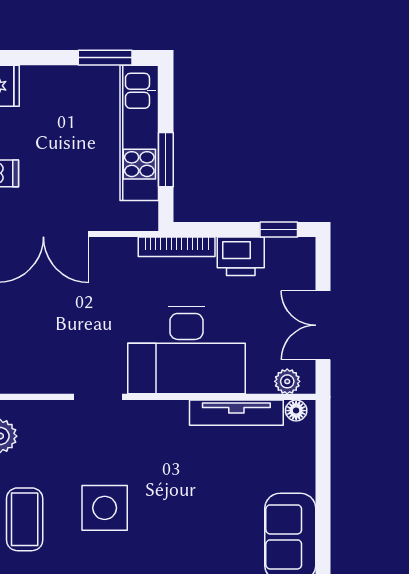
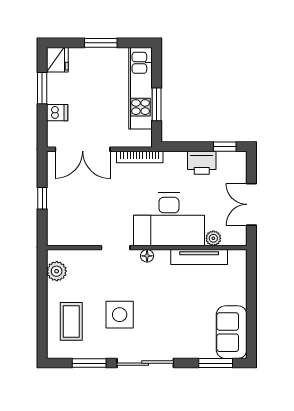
window: (105, 58) -> (101, 43), moved
bookcase: (177, 247) -> (140, 157), moved
plant: (287, 381) -> (213, 238), moved
floor lamp: (296, 411) -> (147, 256), moved

